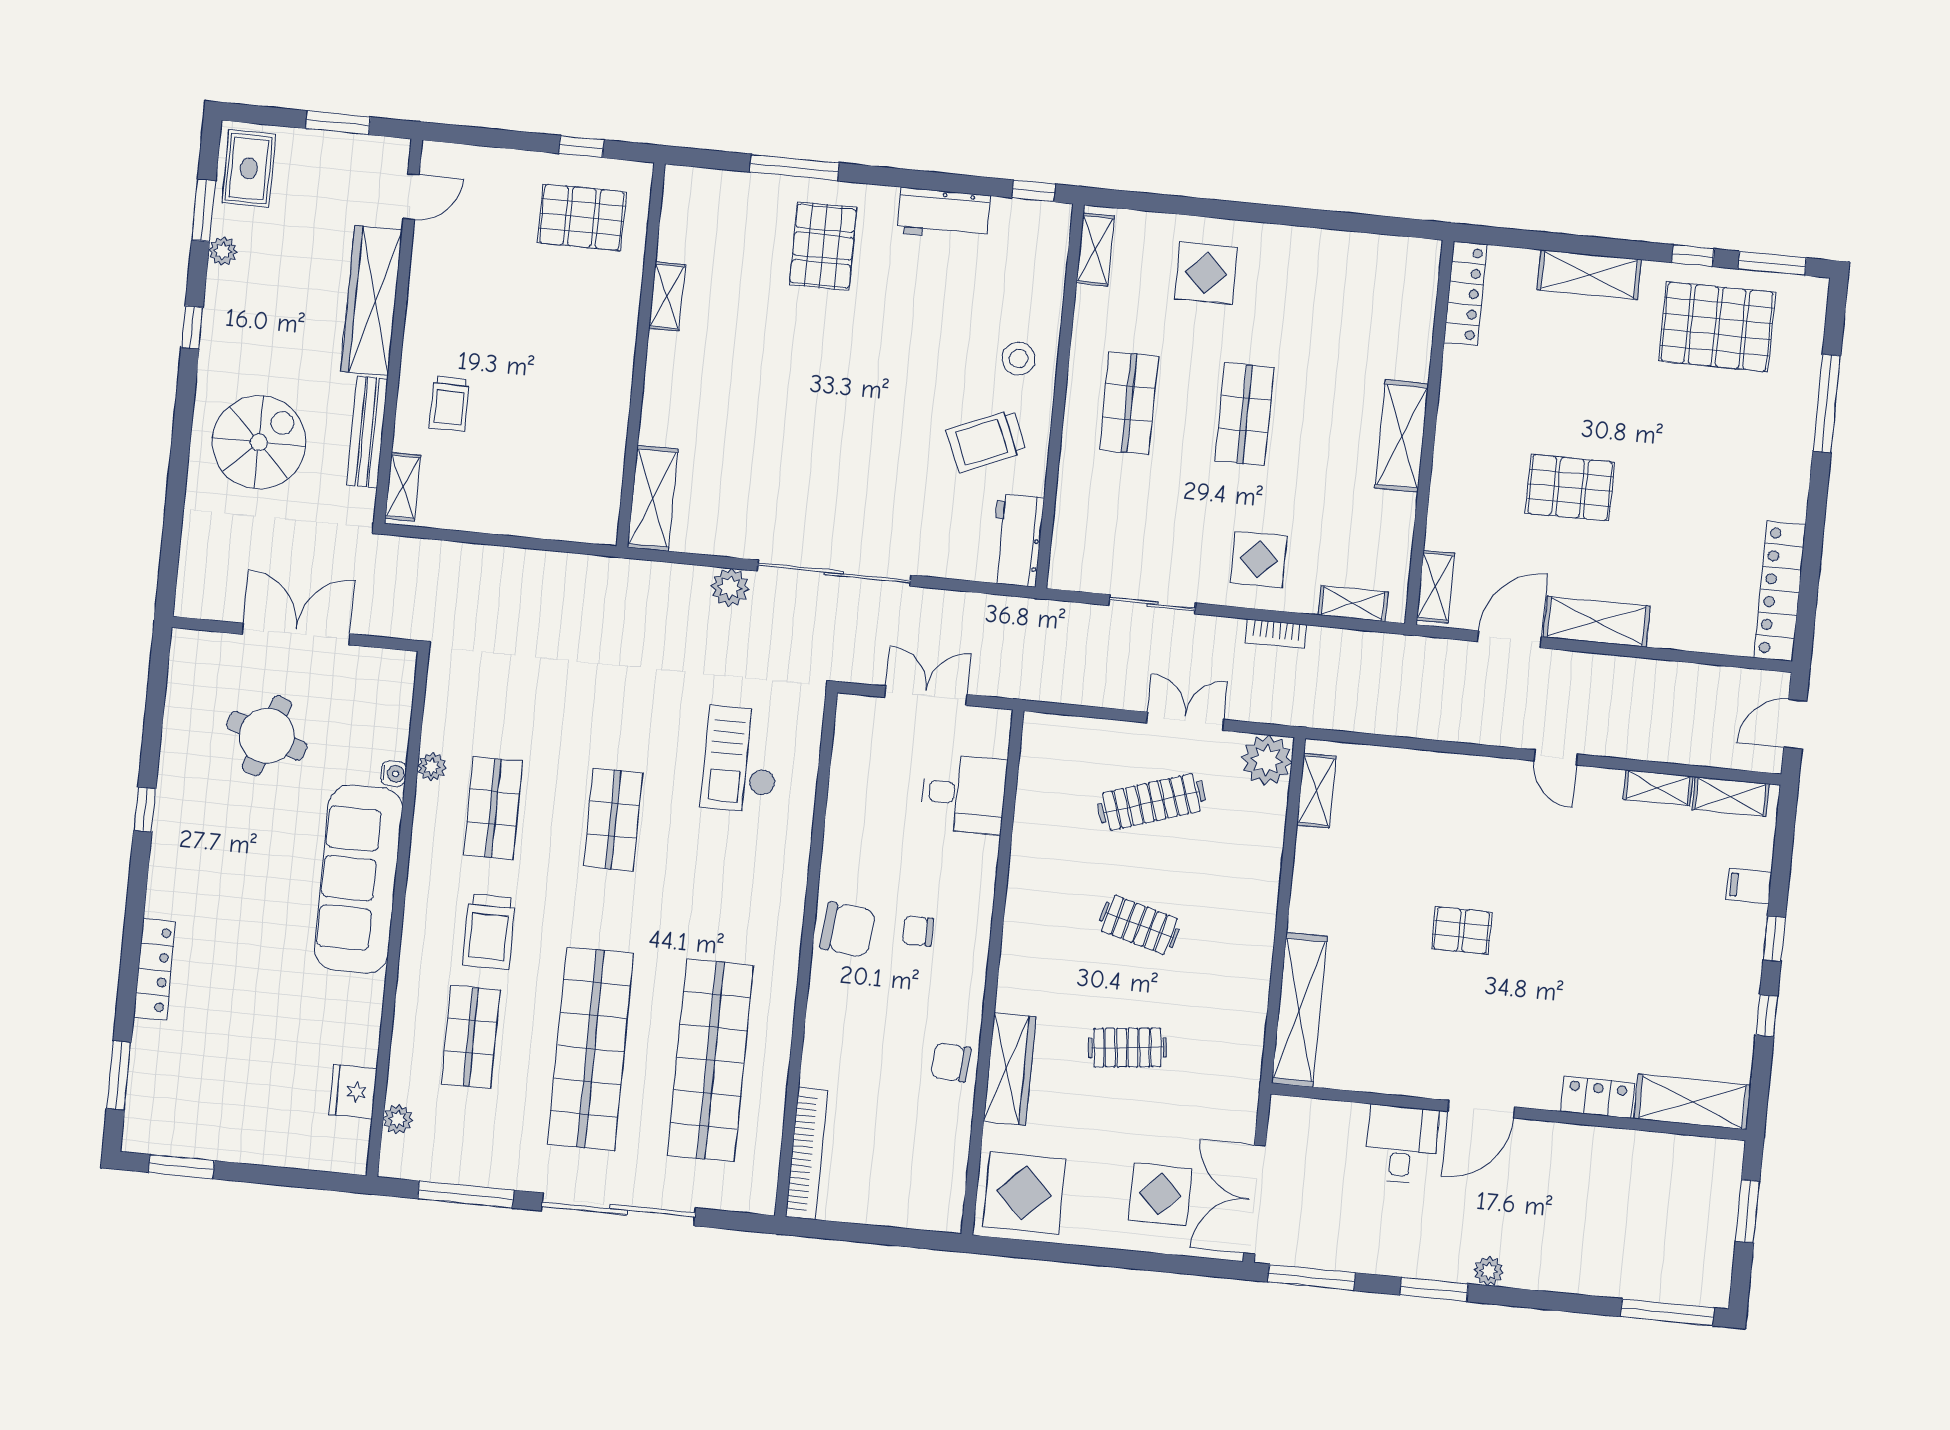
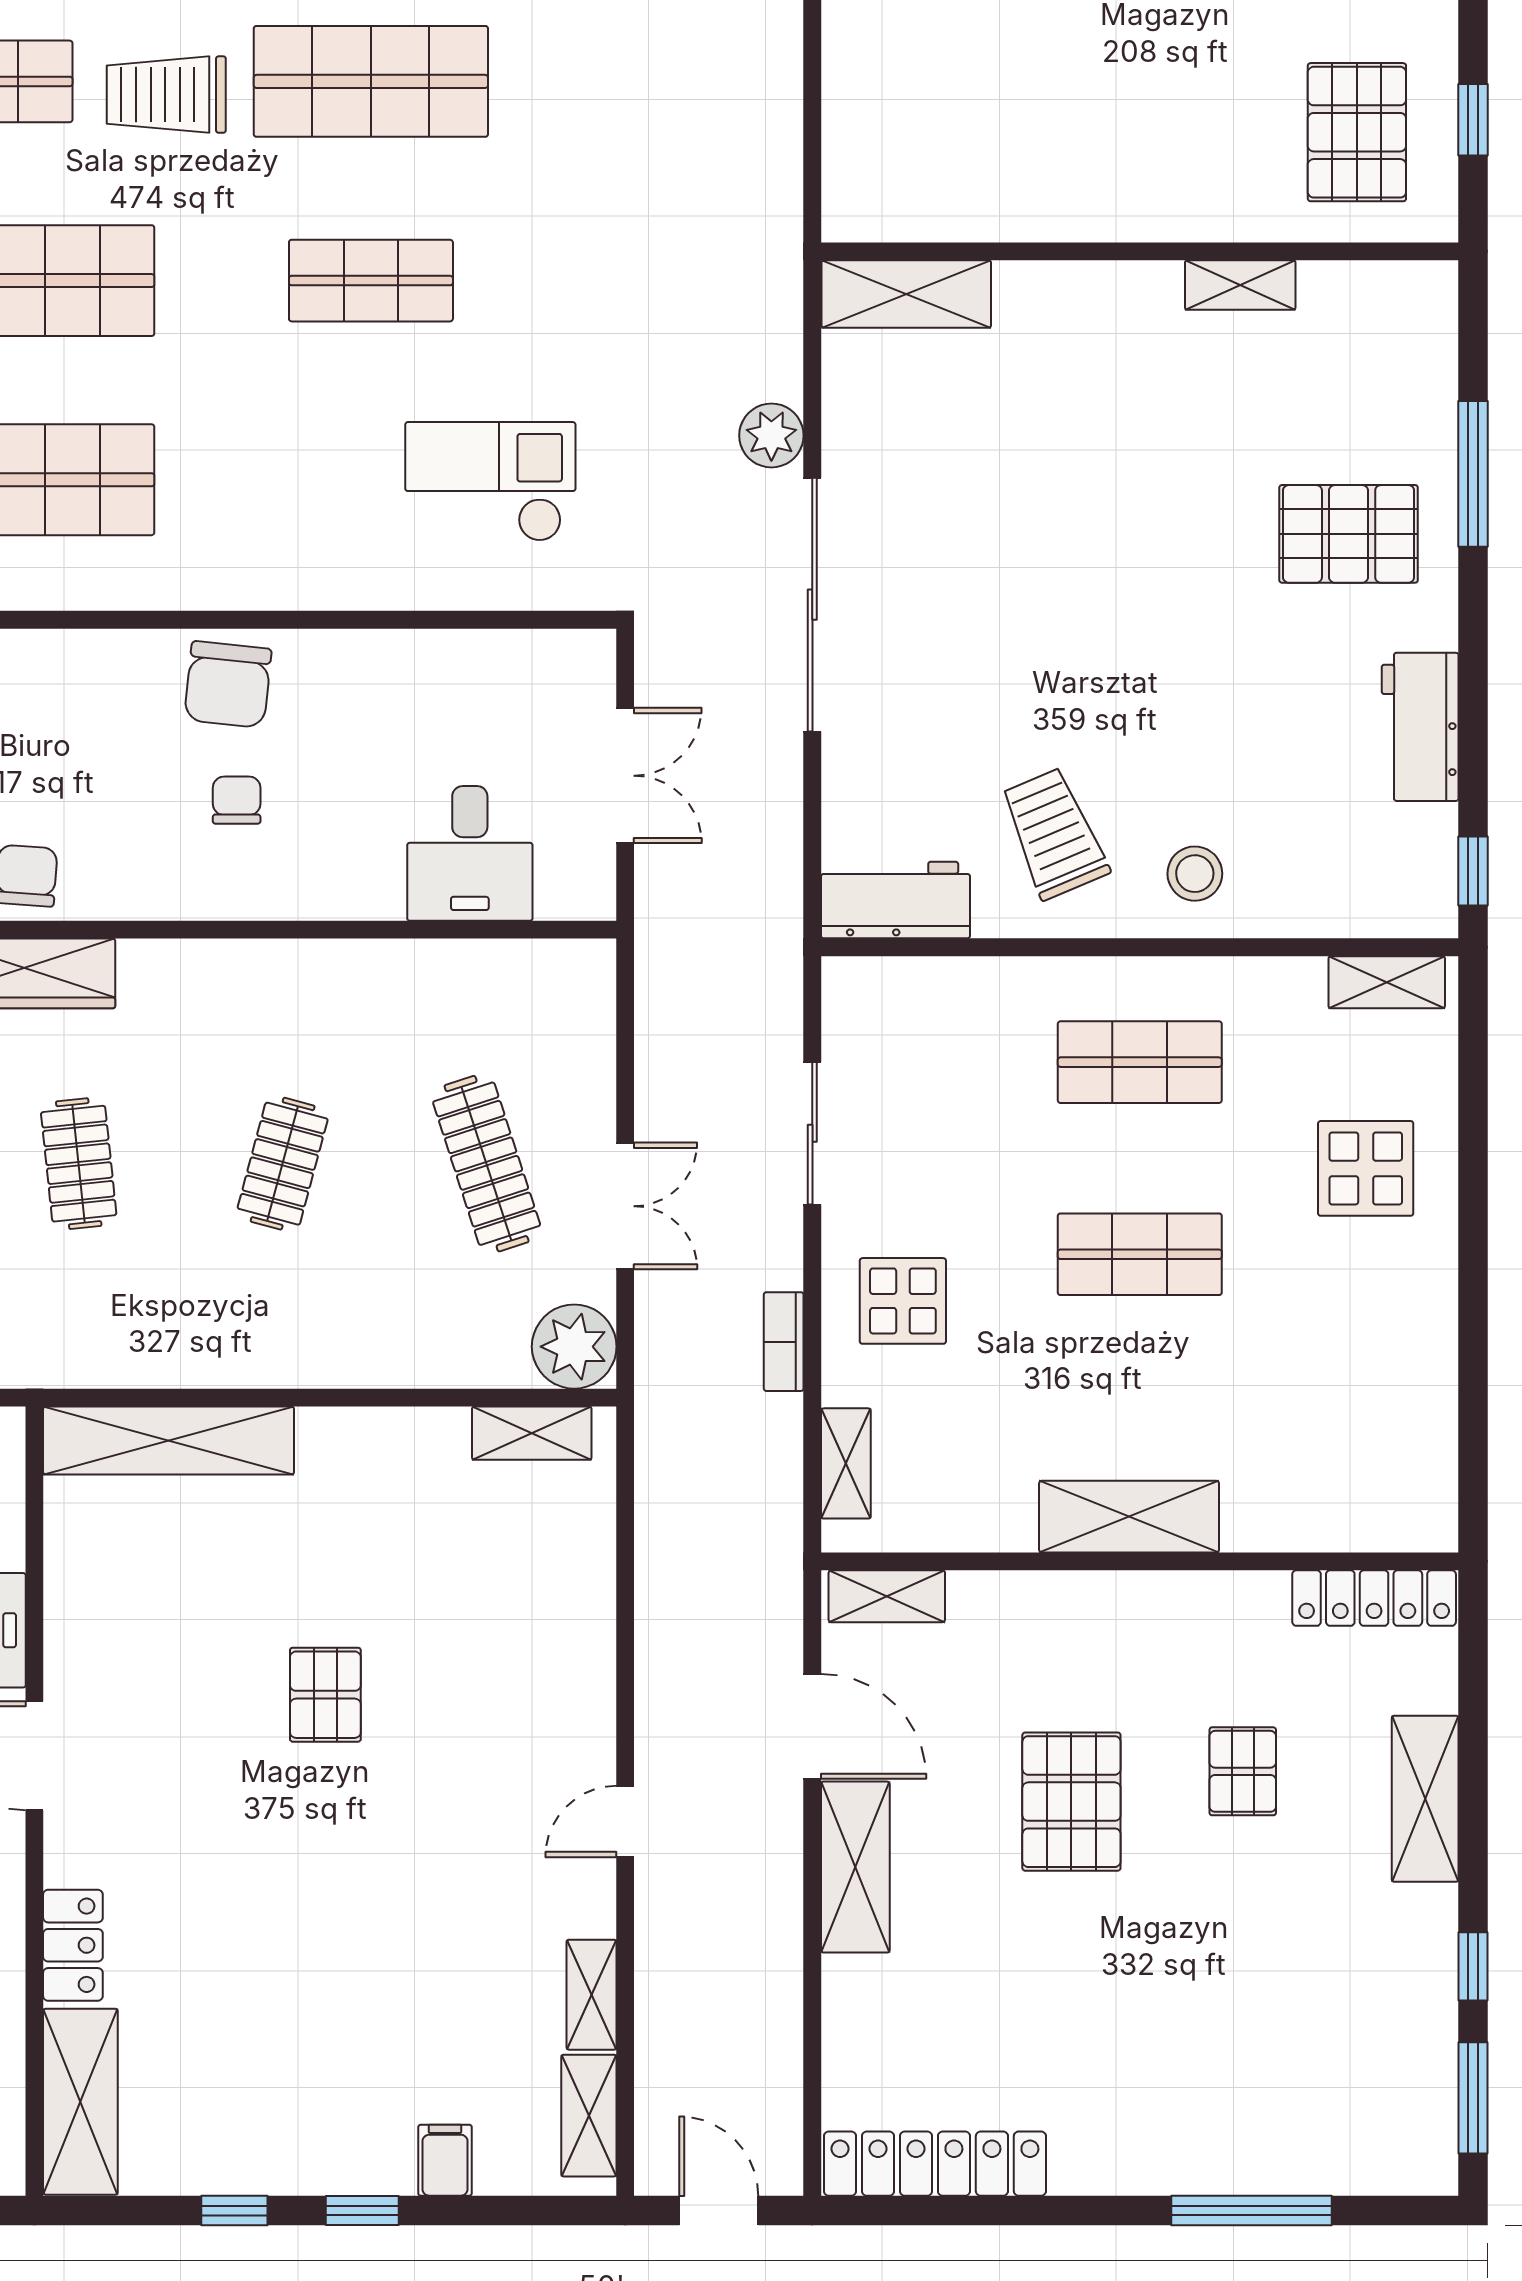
pallet: (1717, 327) -> (1243, 1771), moved, width x0.49, depth x0.50
shop shelf: (493, 808) -> (371, 81), width x1.43, depth x1.36

